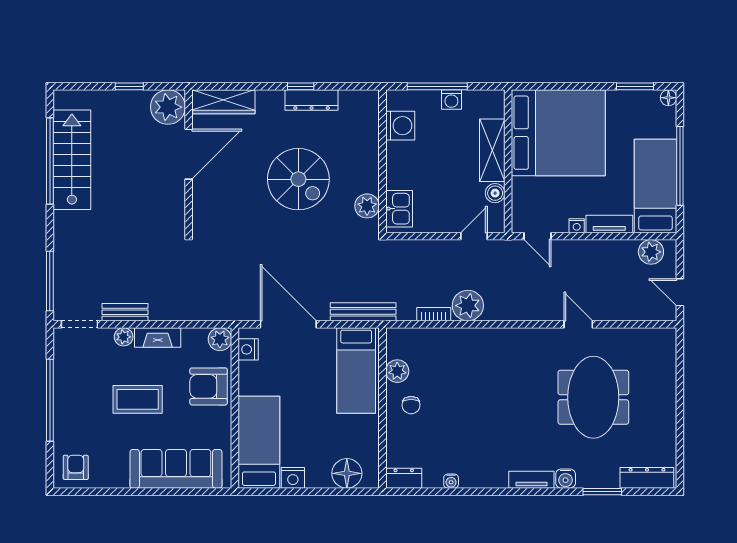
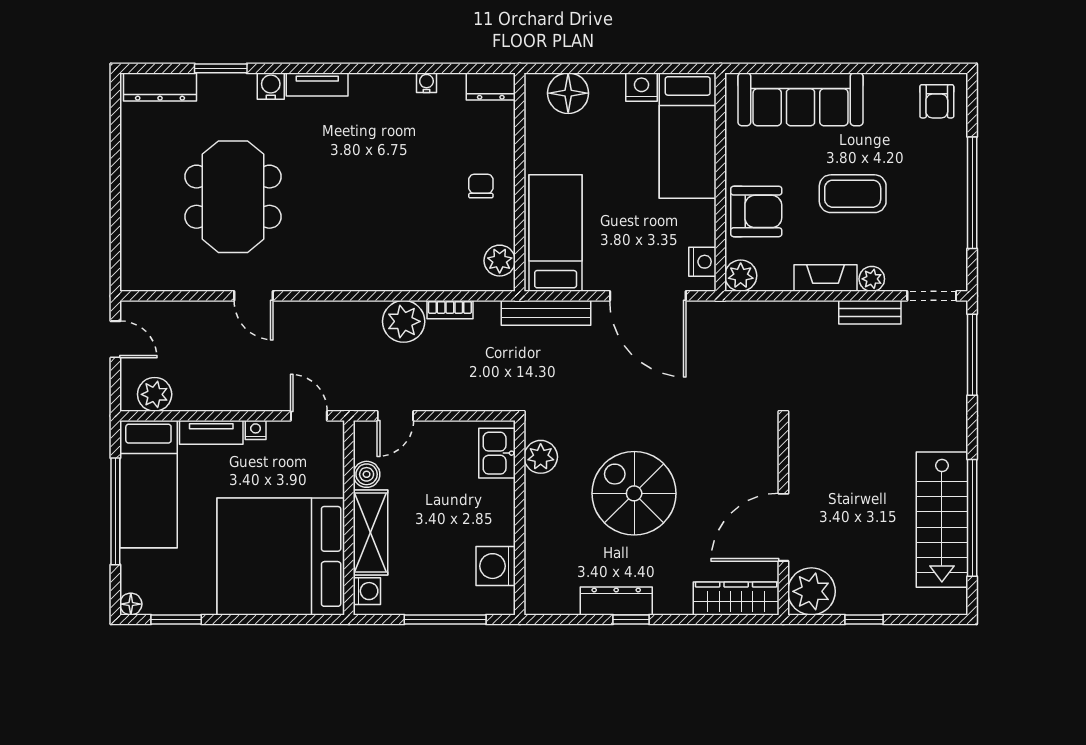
washing machine: (451, 100) -> (367, 591), moved, turned 90
plant: (397, 371) -> (500, 261), moved

